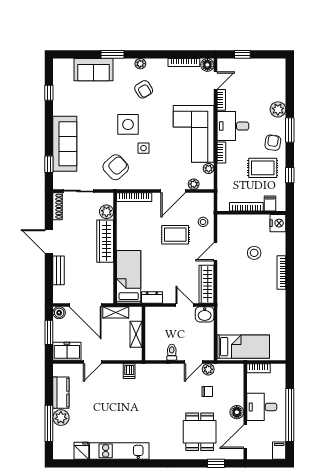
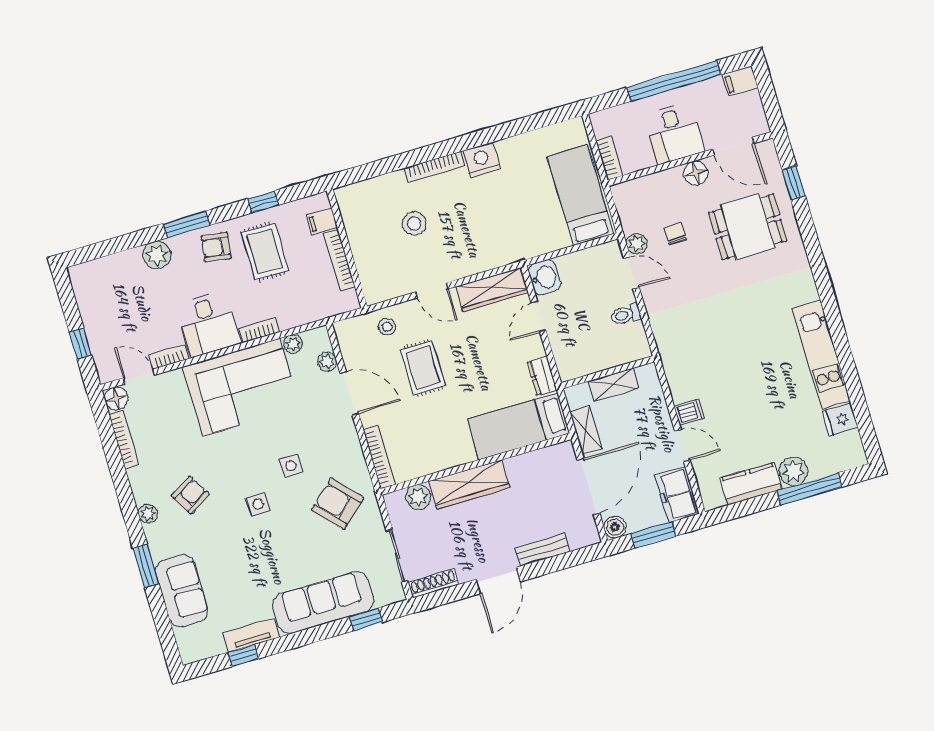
tv unit: (59, 100) -> (251, 635), added
side table: (128, 124) -> (258, 504), width x0.54, depth x0.54
nightstand: (278, 223) -> (481, 160), moved
dishwasher: (129, 371) -> (690, 412), moved

